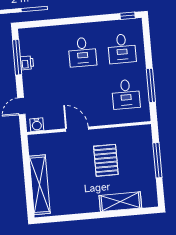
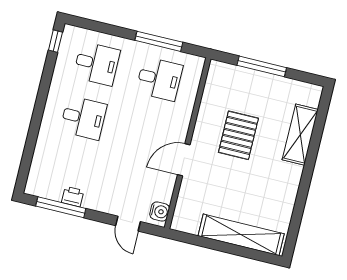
pallet: (106, 160) -> (238, 135), turned 90

